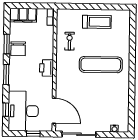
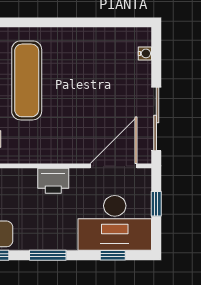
printer: (47, 68) -> (53, 181), moved

